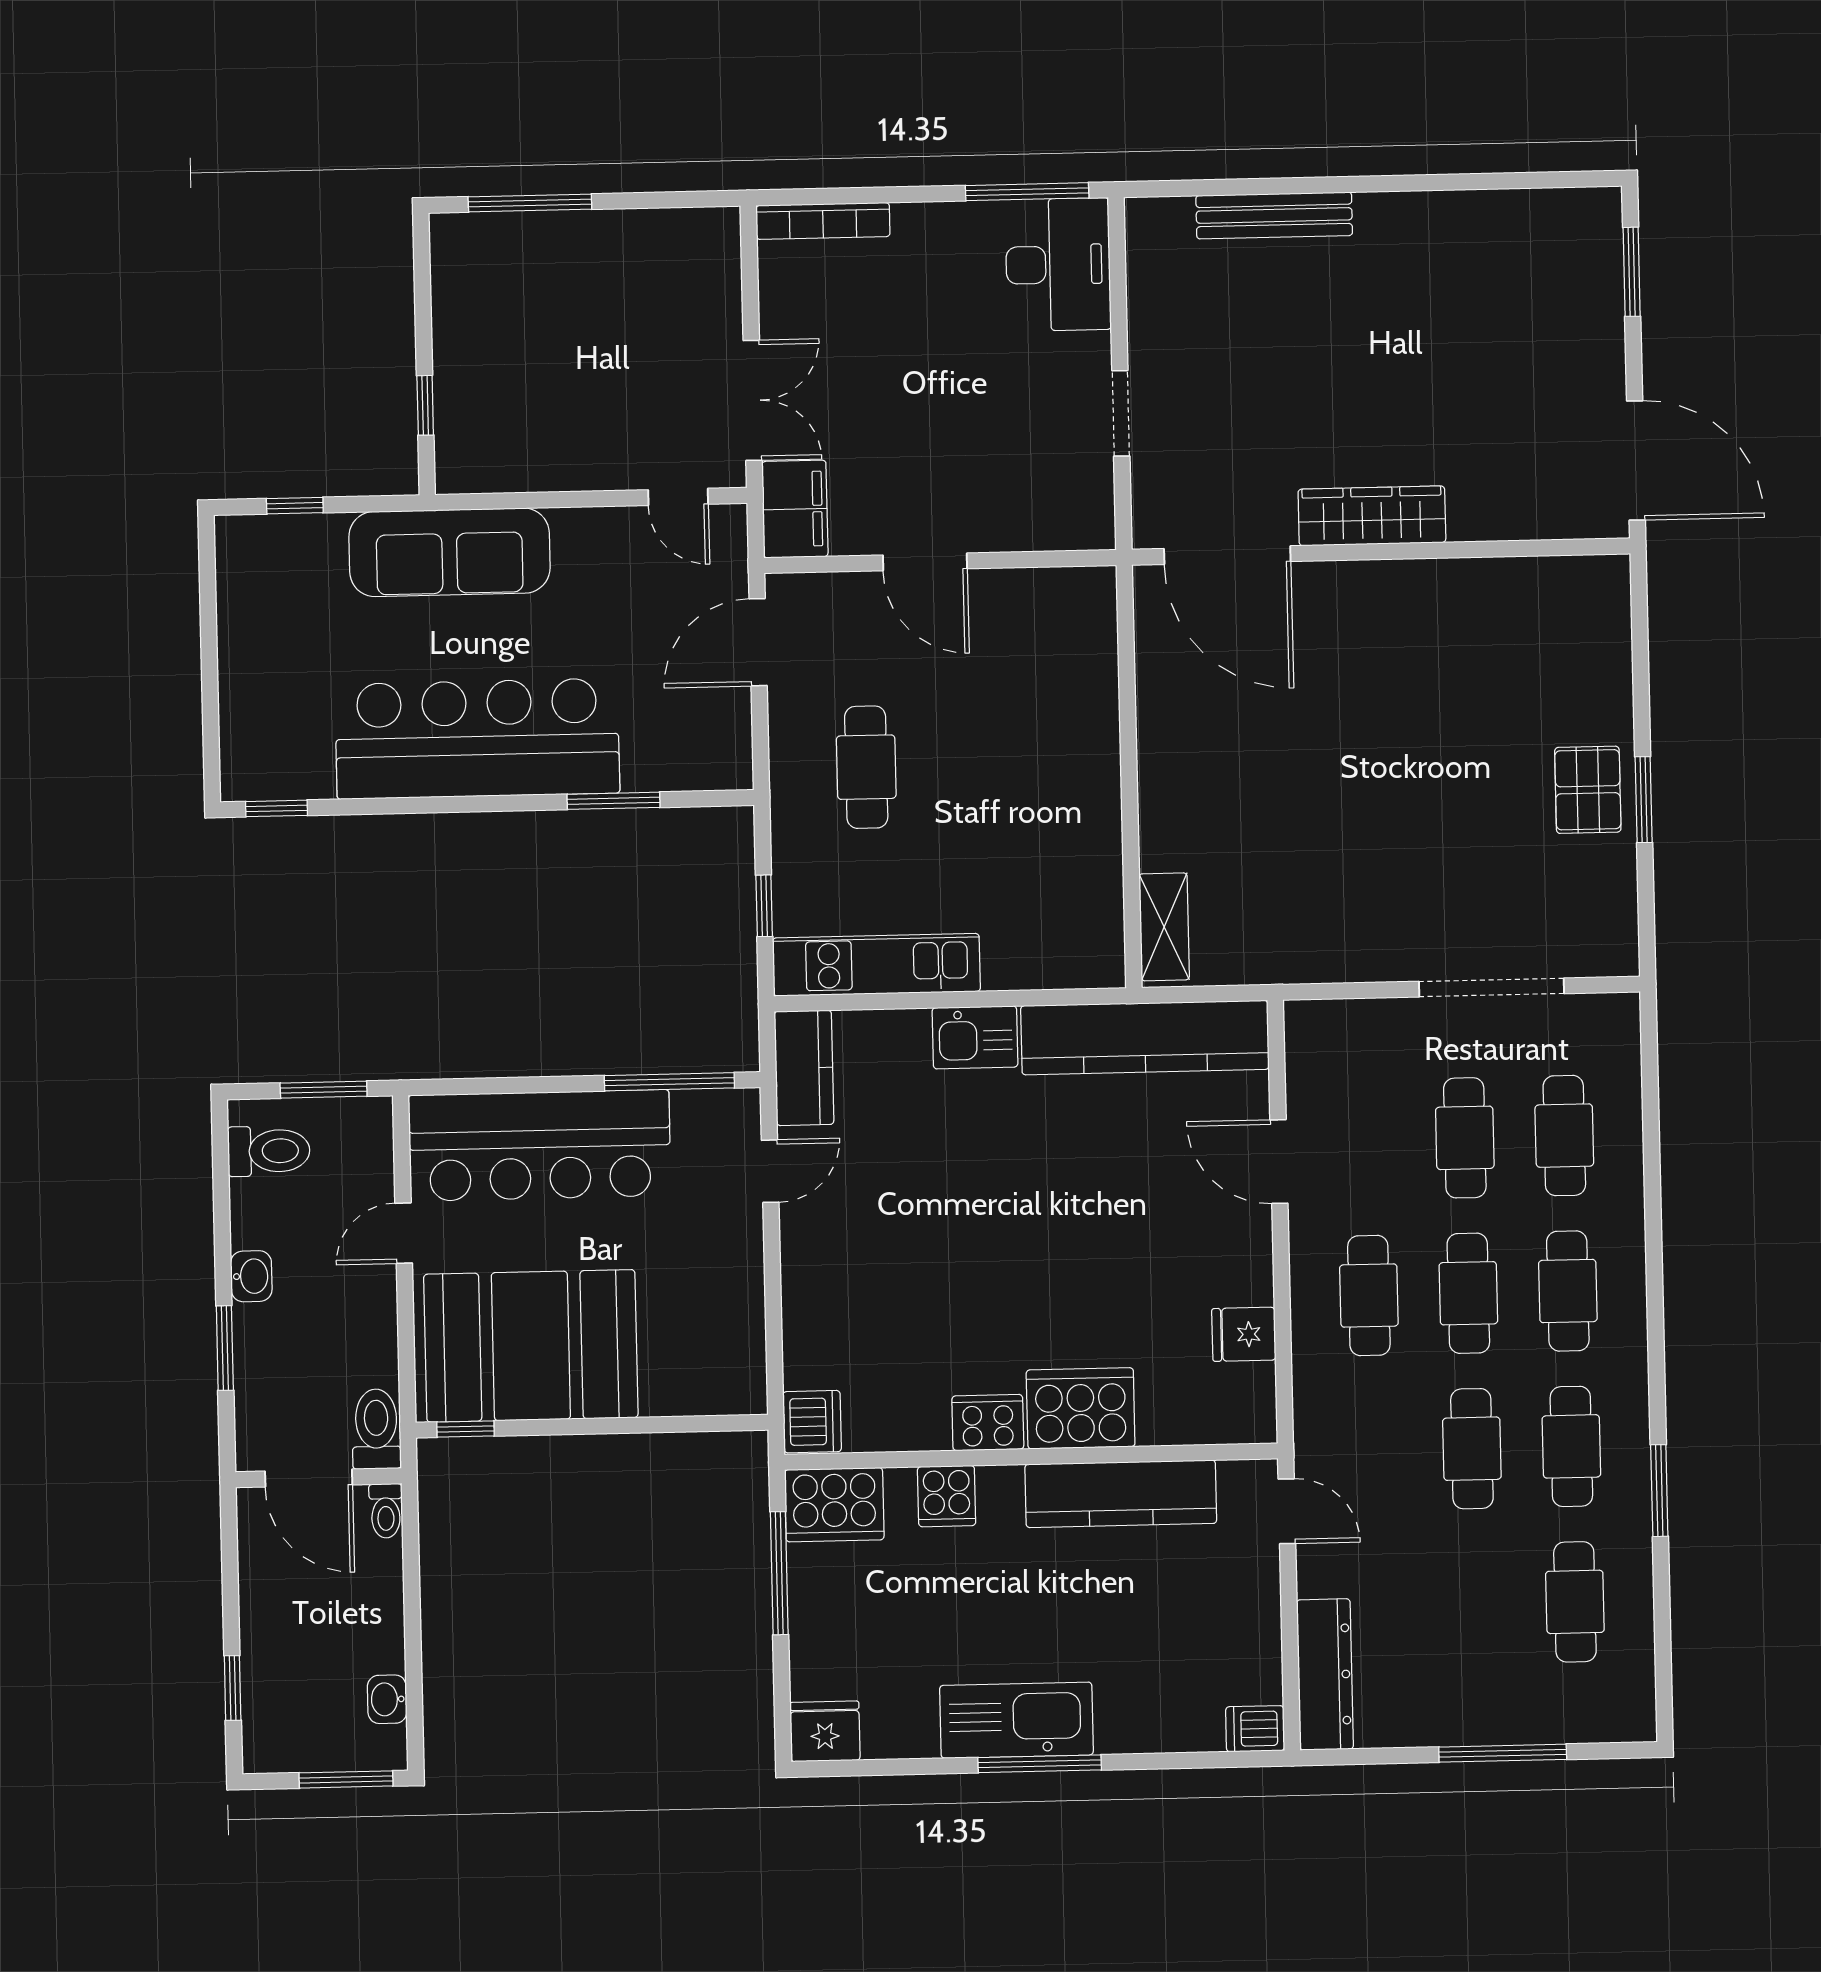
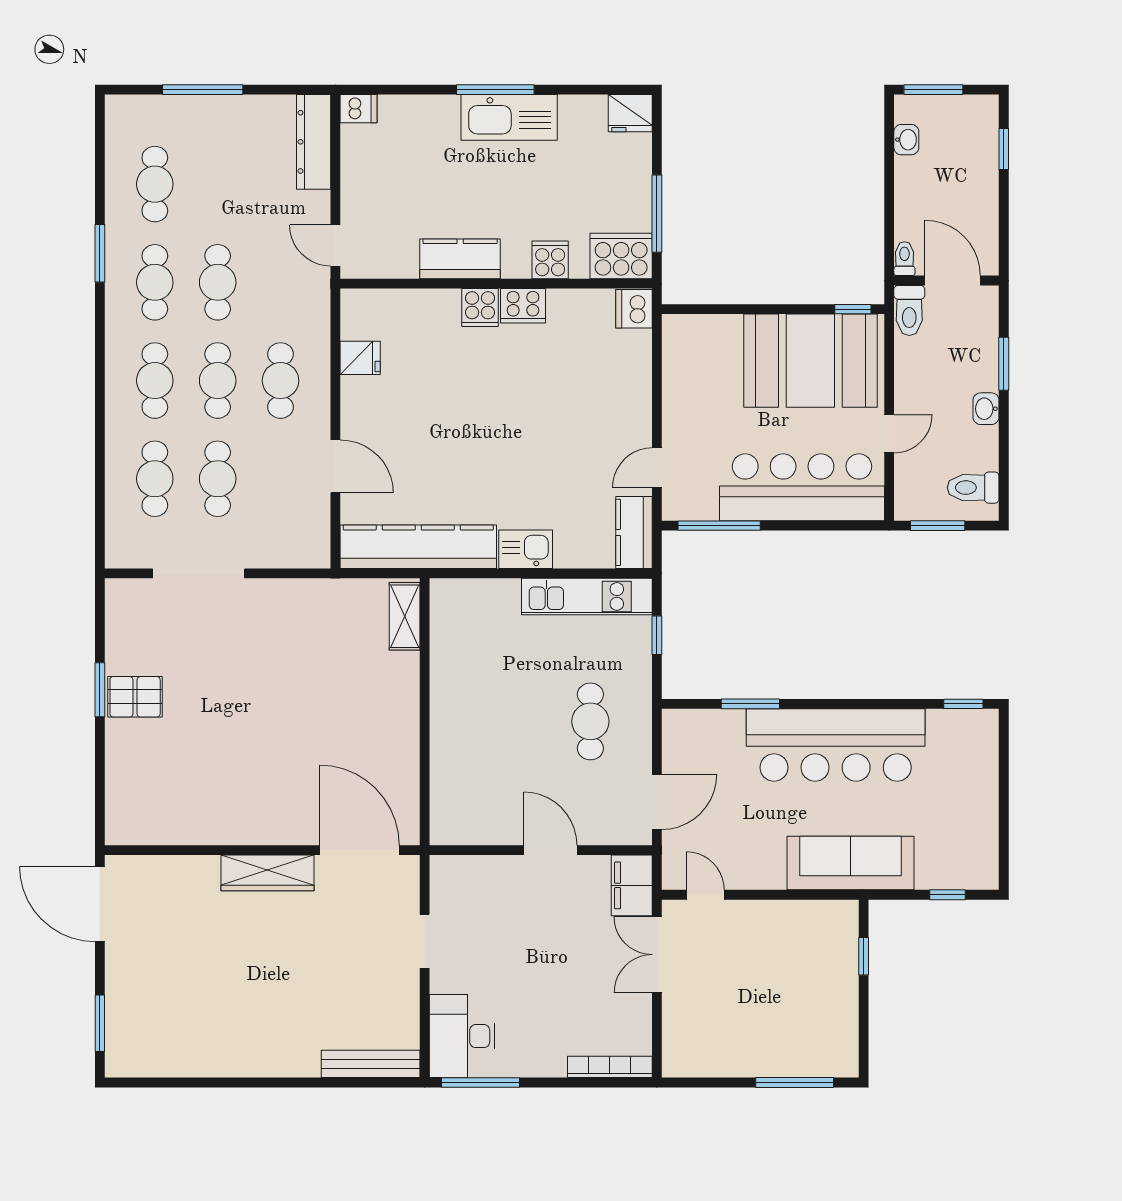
bench: (1274, 215) -> (371, 1064), moved
pallet: (1588, 790) -> (135, 697), turned 90
cooker: (1081, 1408) -> (480, 308), width x0.53, depth x0.76
kitchen counter: (1121, 1494) -> (460, 259), width x0.67

